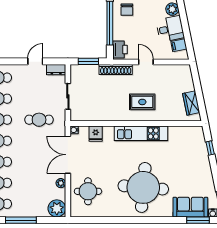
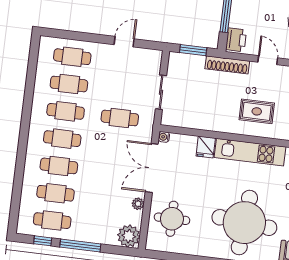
dresser: (56, 70) -> (150, 56), removed
fridge: (96, 134) -> (206, 147), moved

